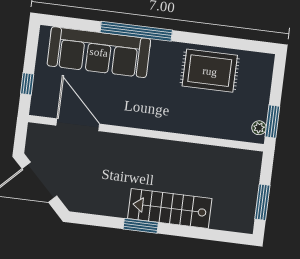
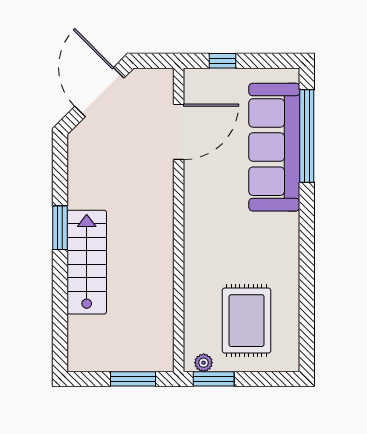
window: (136, 31) -> (307, 136), moved
rug: (210, 71) -> (247, 321), moved
window: (262, 202) -> (133, 379), moved

